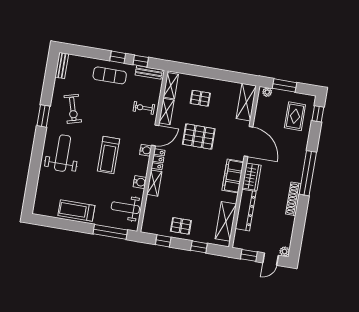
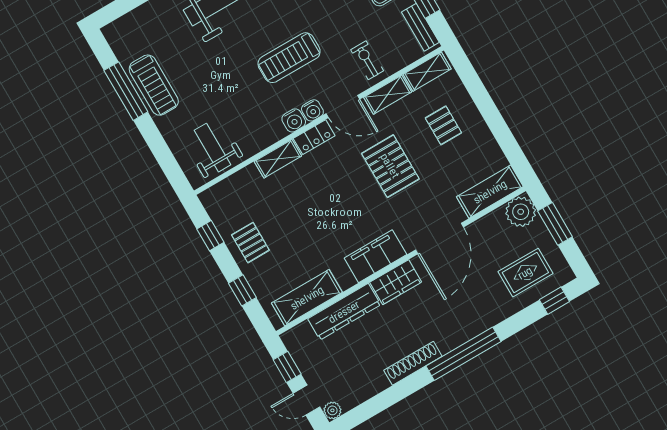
plant: (267, 92) -> (521, 212), width x1.87, depth x1.87
treadmill: (109, 155) -> (289, 58), moved
water cooler: (140, 182) -> (294, 120), moved
treadmill: (76, 211) -> (154, 85), turned 180
window: (110, 232) -> (126, 91), moved

